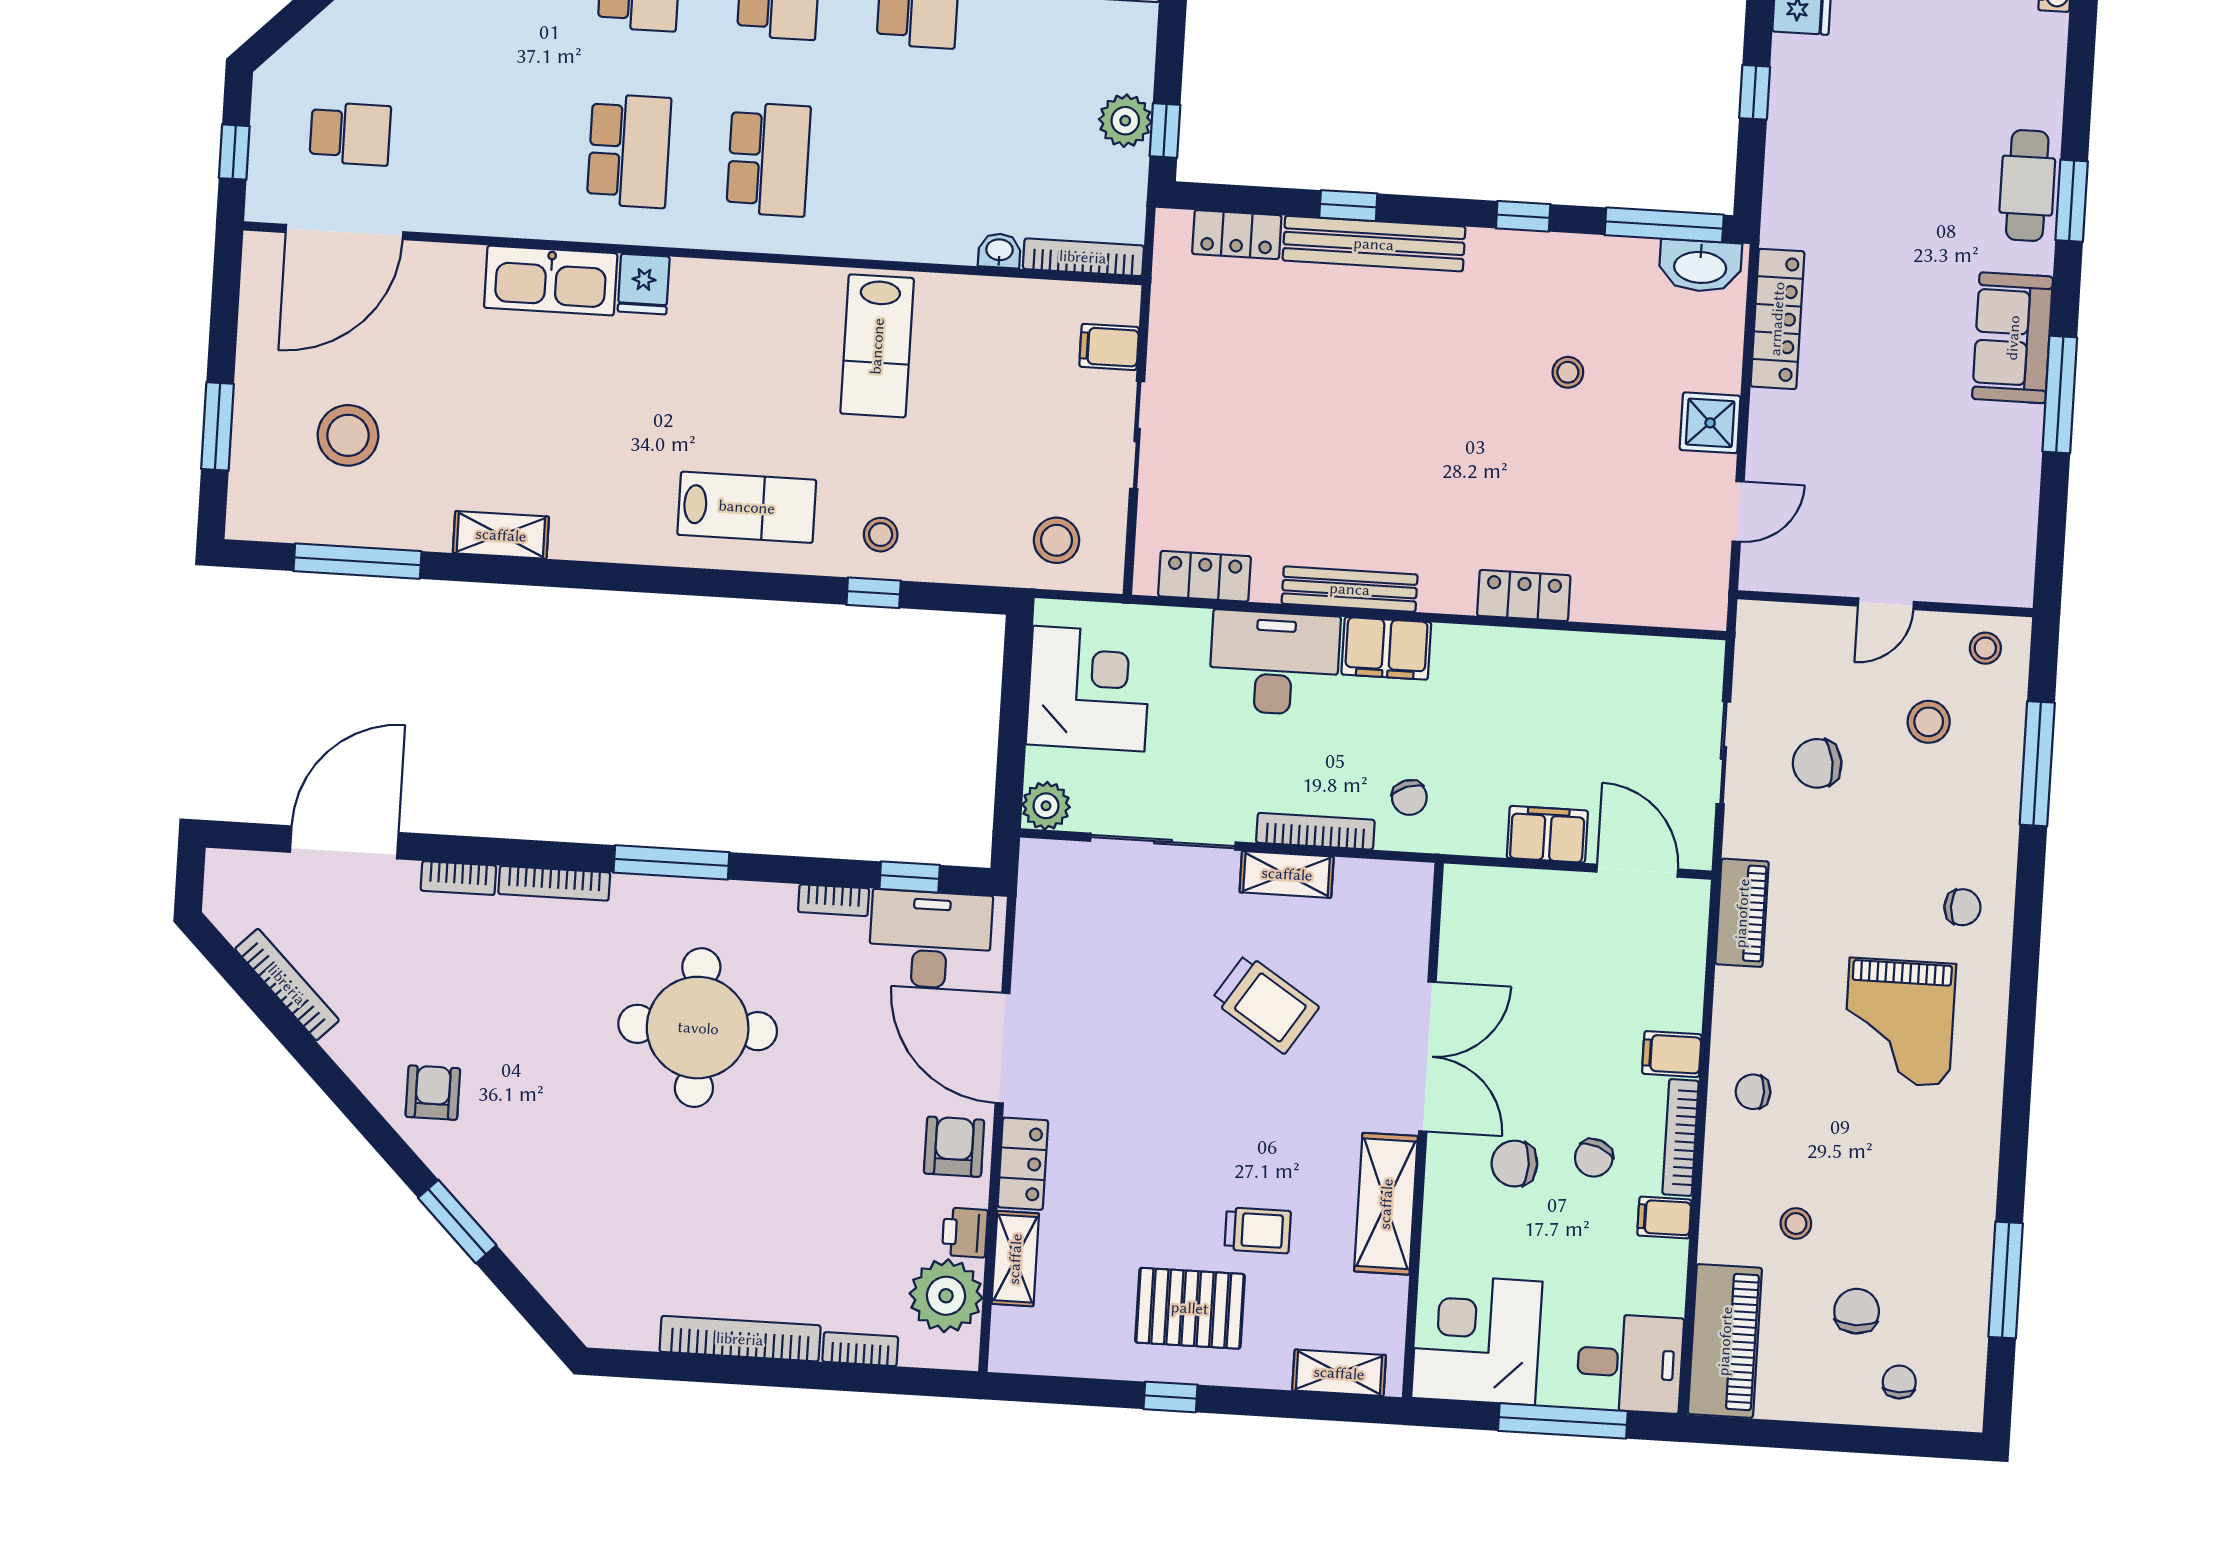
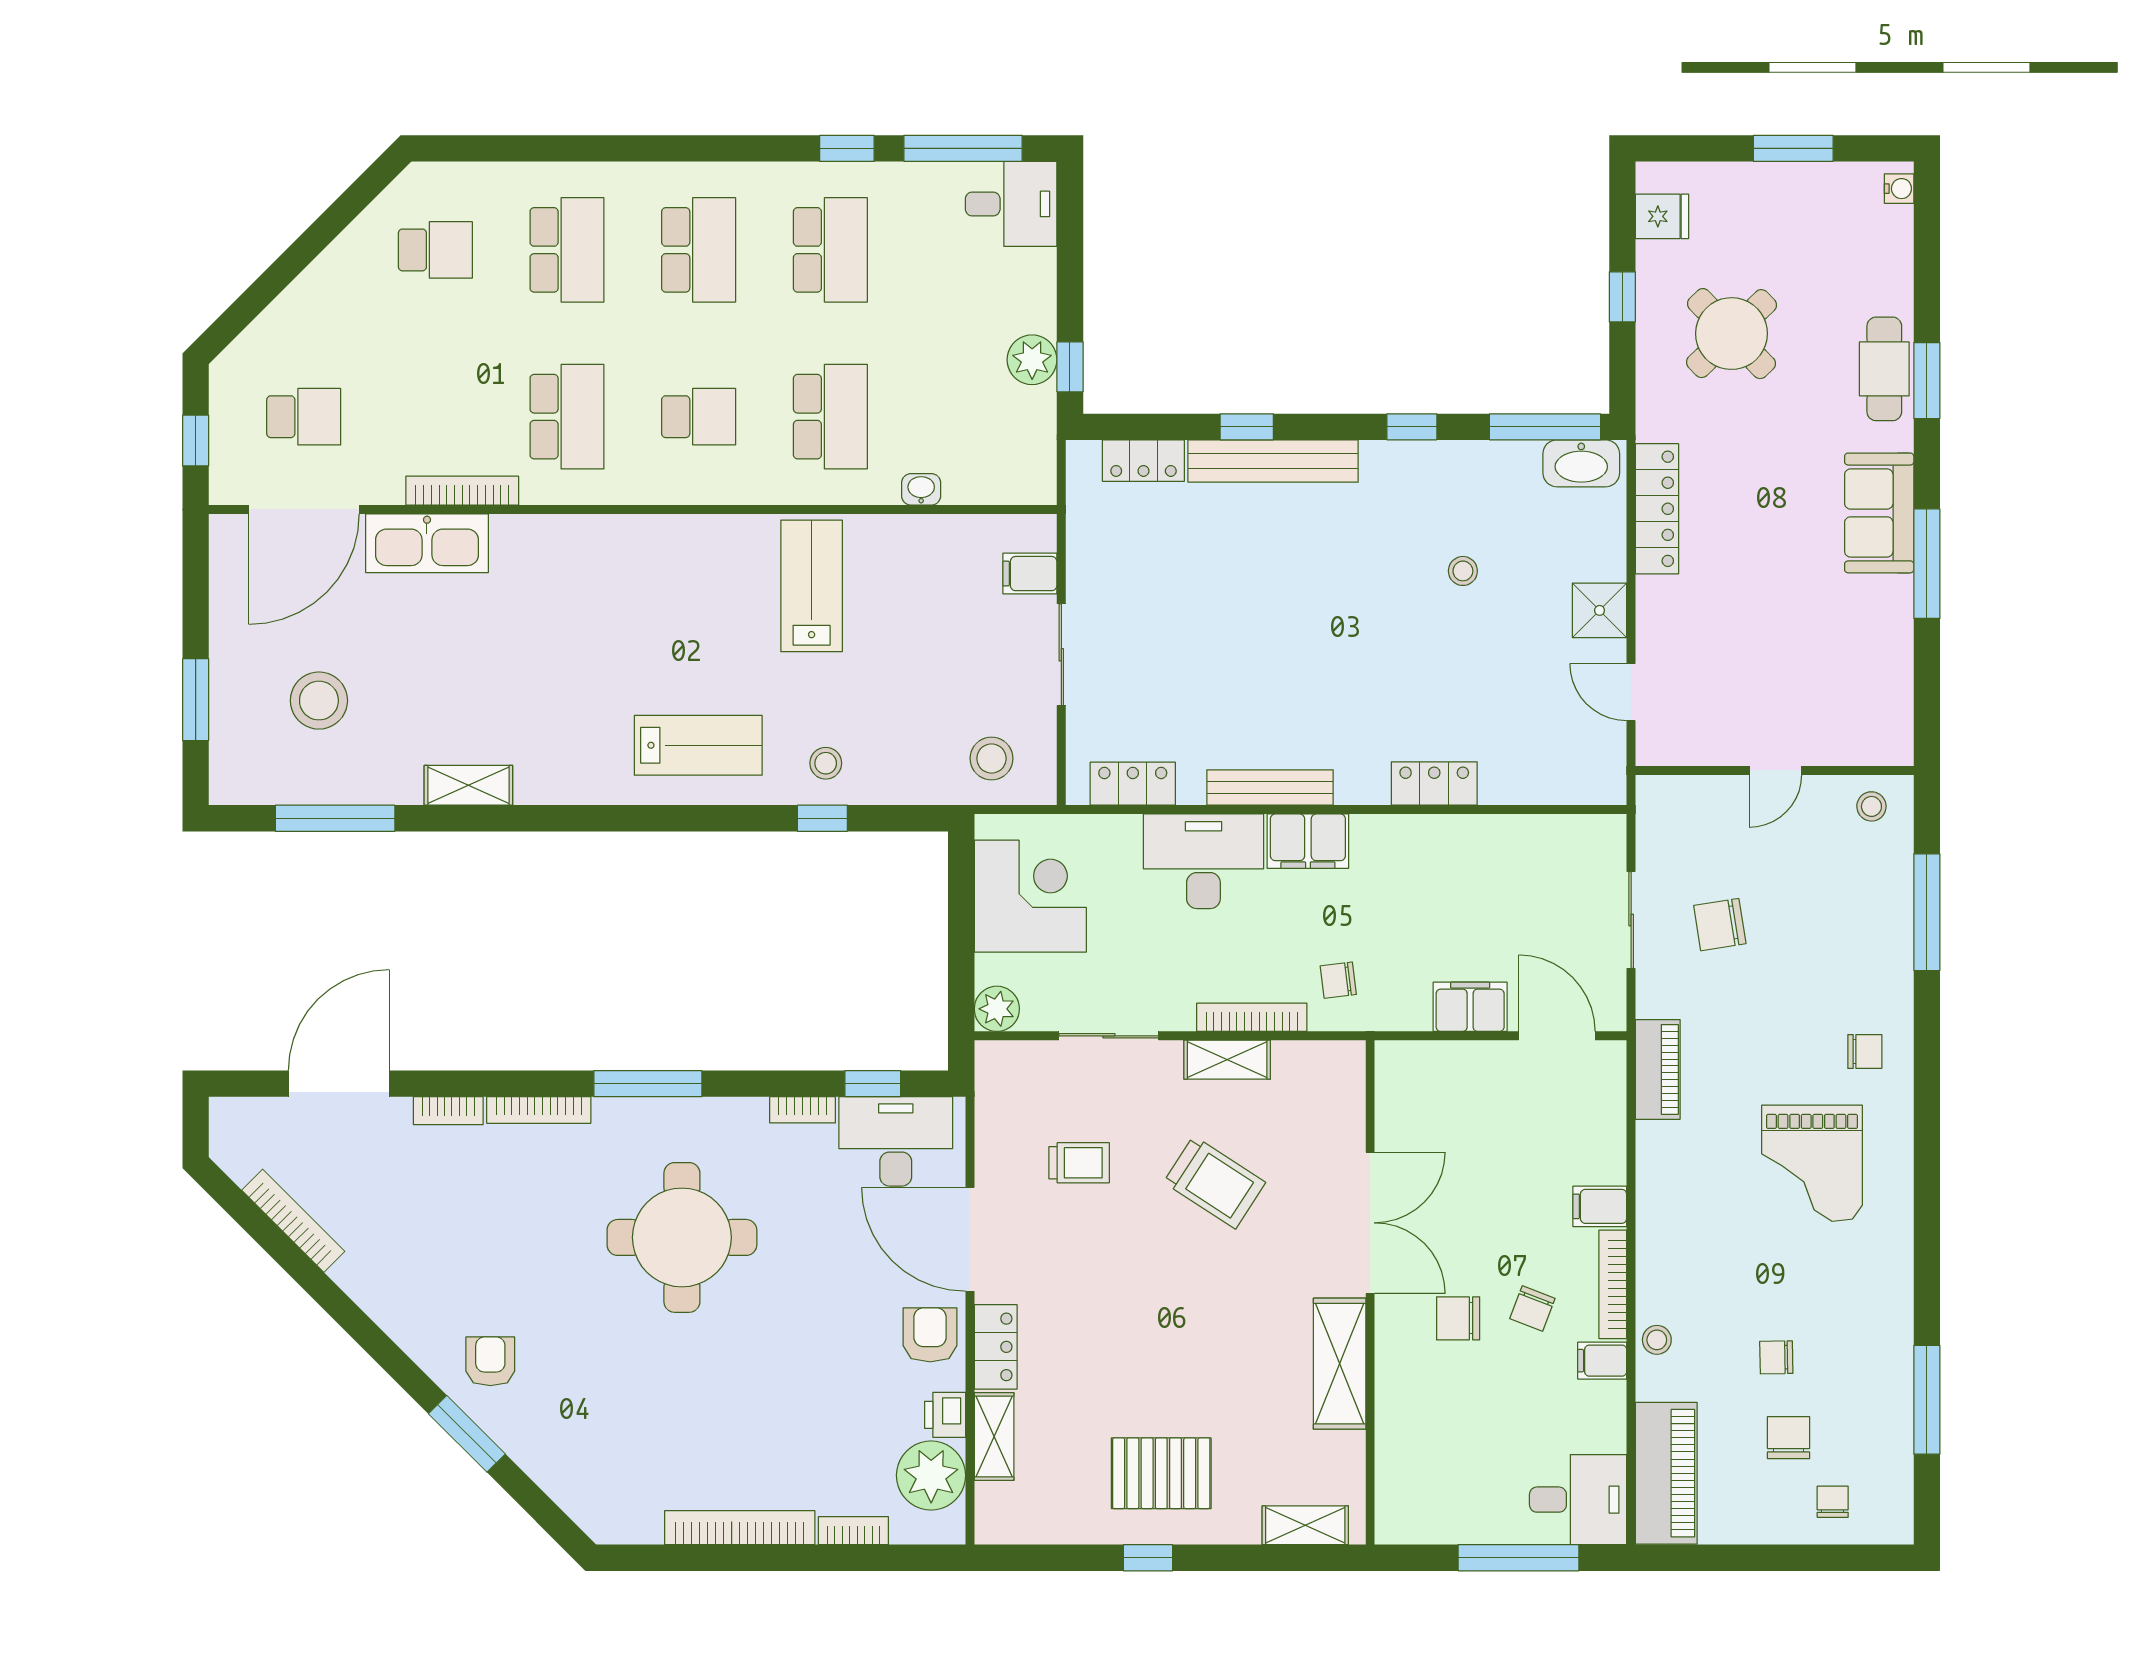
round table: (1868, 138) -> (1731, 334), added
school desk: (768, 159) -> (699, 417), width x0.54
school desk: (908, 168) -> (830, 417), added
bookcase: (1083, 257) -> (462, 491), moved
kitchen sink: (551, 281) -> (427, 543), moved
fridge: (644, 284) -> (588, 541), removed
lab bench: (877, 346) -> (812, 586), turned 180
door: (1738, 511) -> (1631, 692), swing flipped
stool: (1929, 722) -> (1822, 879), removed
chair: (1409, 798) -> (1338, 980), turned 103
sliding door: (1163, 842) -> (1109, 1036), width x0.73
chair: (1753, 1092) -> (1776, 1357), moved
armchair: (433, 1093) -> (490, 1361), moved
stool: (1796, 1223) -> (1657, 1340), moved
trolley: (1258, 1230) -> (1079, 1163), moved
corner desk: (1477, 1340) -> (1433, 1486), removed

